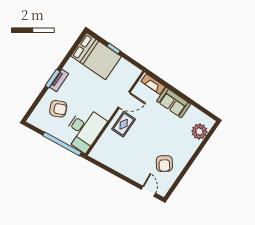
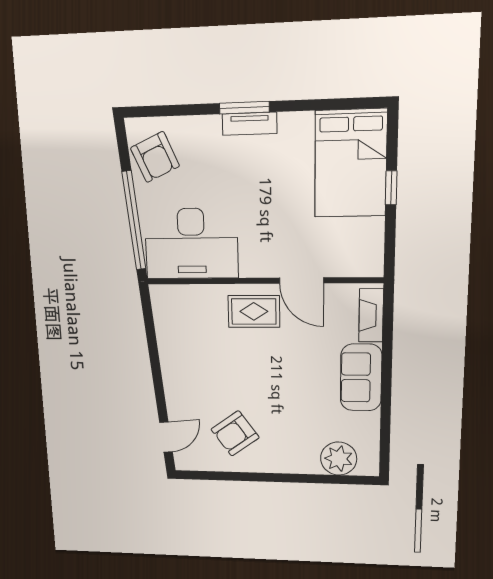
armchair: (58, 109) -> (155, 157), moved

